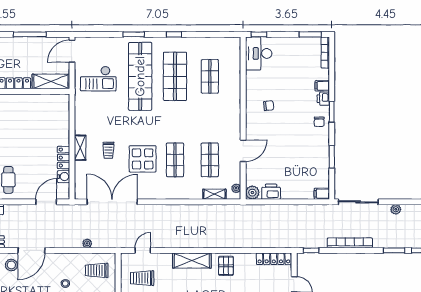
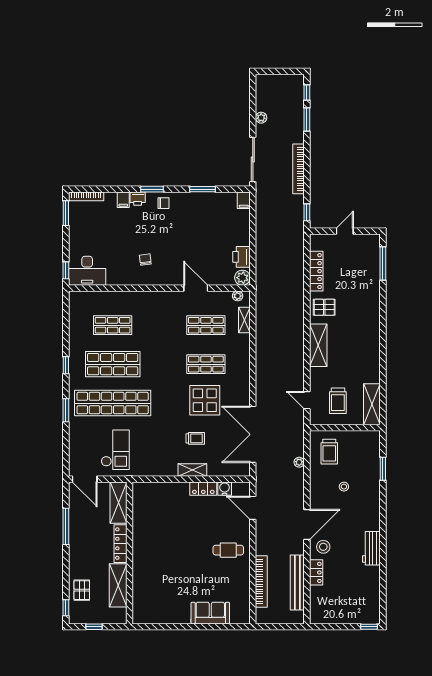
door: (31, 250) -> (307, 524), hinge flipped
locker: (274, 259) -> (316, 271), moved

